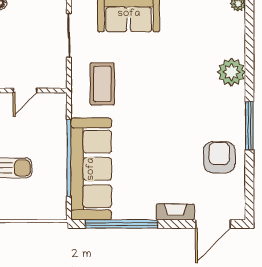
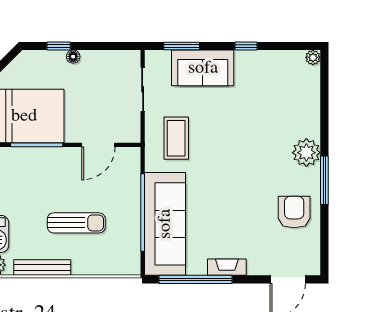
plant: (231, 72) -> (306, 153), moved
door: (25, 91) -> (98, 145), width x1.38
fireplace: (175, 212) -> (227, 267), moved

